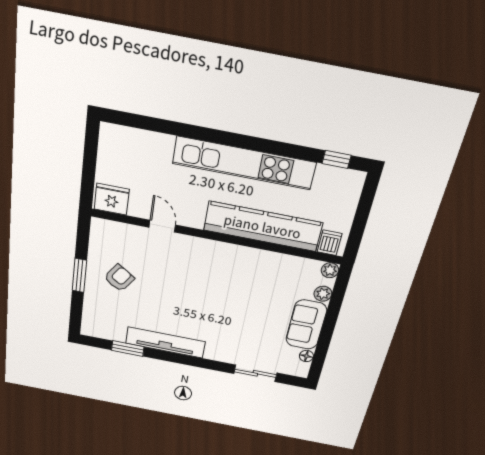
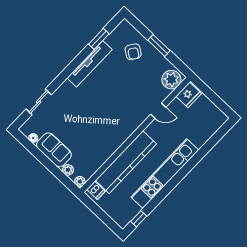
plant: (109, 234) -> (171, 80), added
armchair: (119, 278) -> (133, 52), moved

